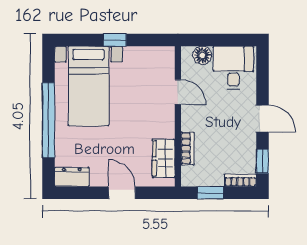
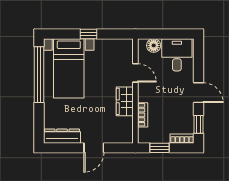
window: (49, 120) -> (39, 75), moved
wardrobe: (164, 158) -> (125, 101), moved
dresser: (72, 177) -> (62, 136), width x1.44
door: (122, 193) -> (94, 148), swing flipped

